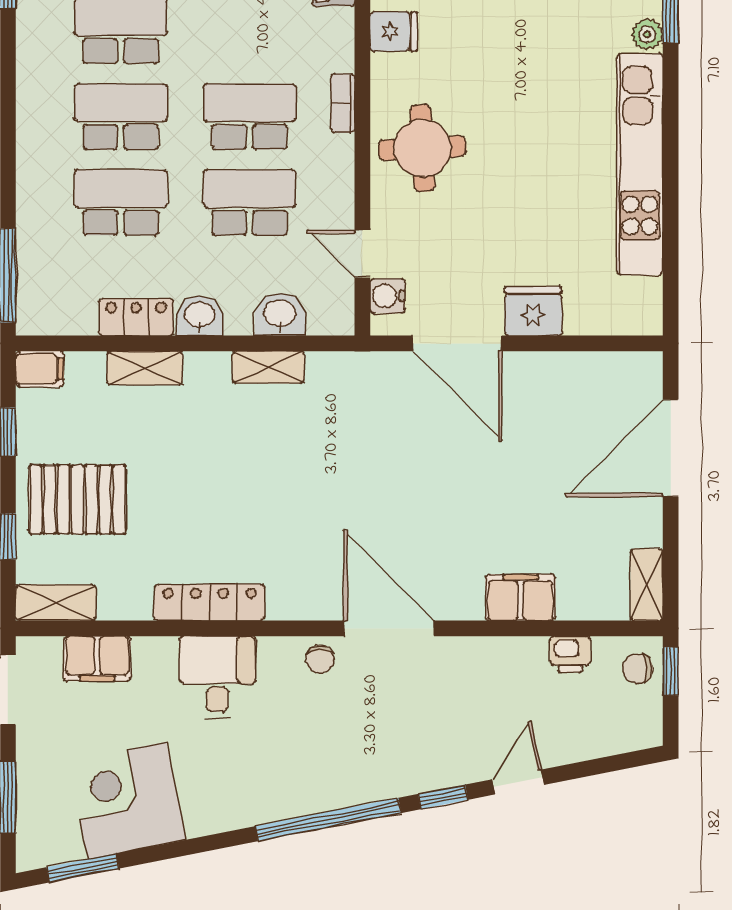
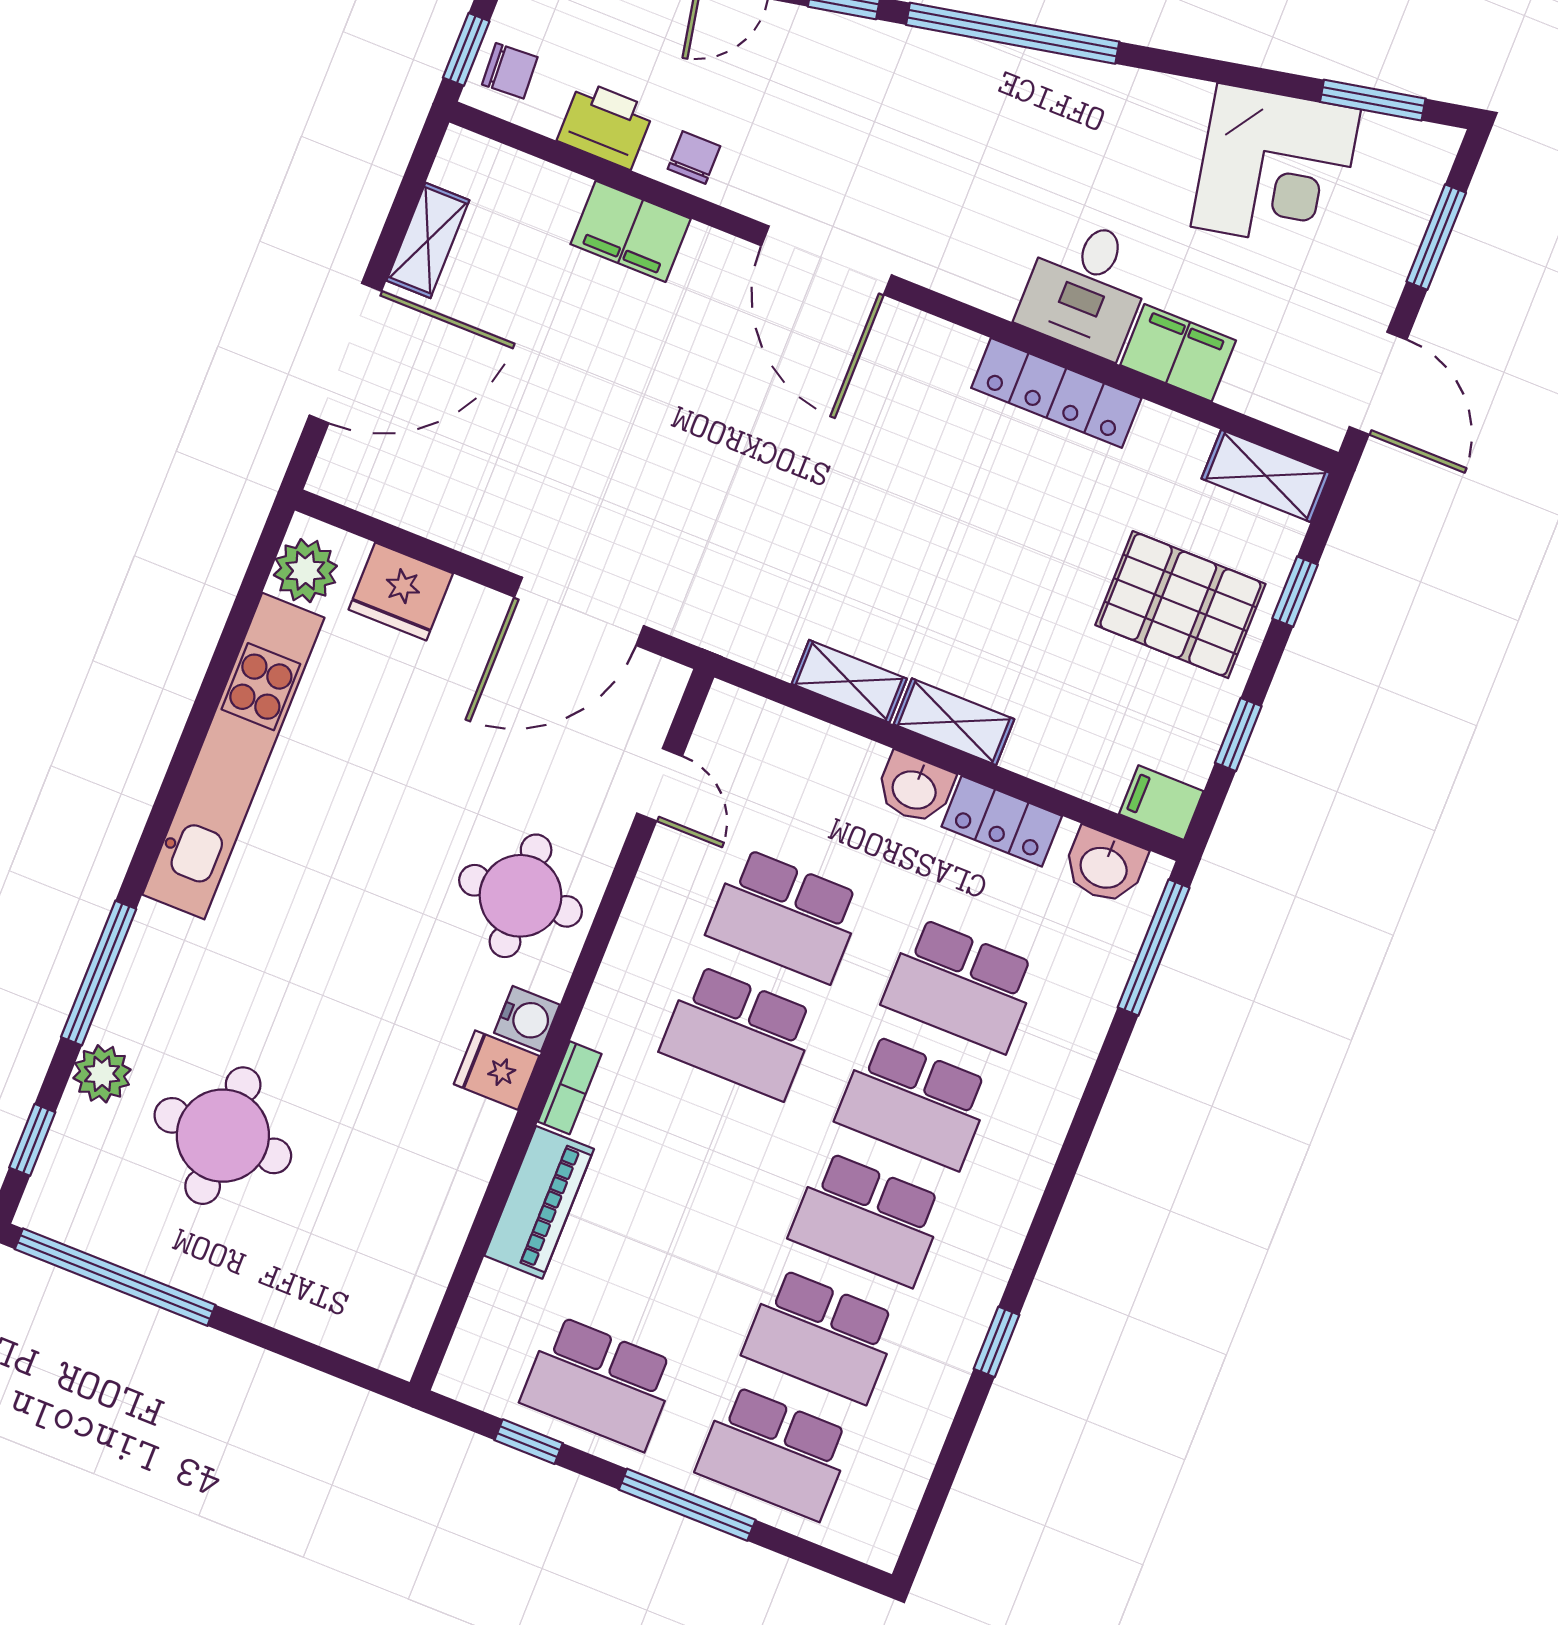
plant: (647, 34) -> (305, 571), moved, width x1.38, depth x1.38
bookcase: (343, 103) -> (570, 1088), moved
water cooler: (387, 296) -> (527, 1019), moved
fridge: (533, 311) -> (401, 592), moved
washbasin: (280, 314) -> (1104, 866), moved
door: (457, 343) -> (579, 611), swing flipped
shelving: (145, 368) -> (954, 722), moved
shelving: (647, 585) -> (428, 240), moved
printer: (570, 654) -> (606, 125), width x1.36, depth x1.24
filing cabinet: (97, 659) -> (1178, 353), moved
chair: (320, 659) -> (694, 158), moved

